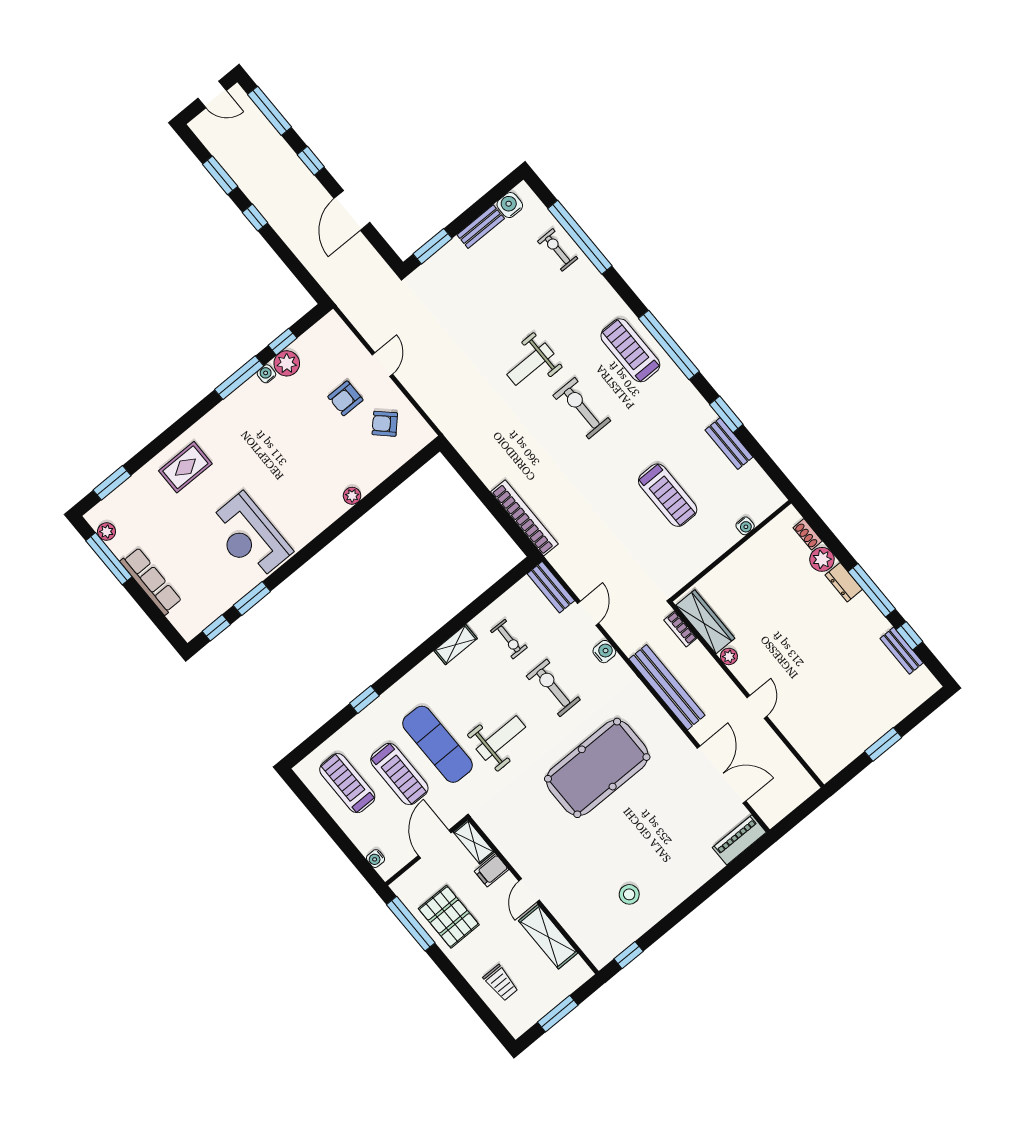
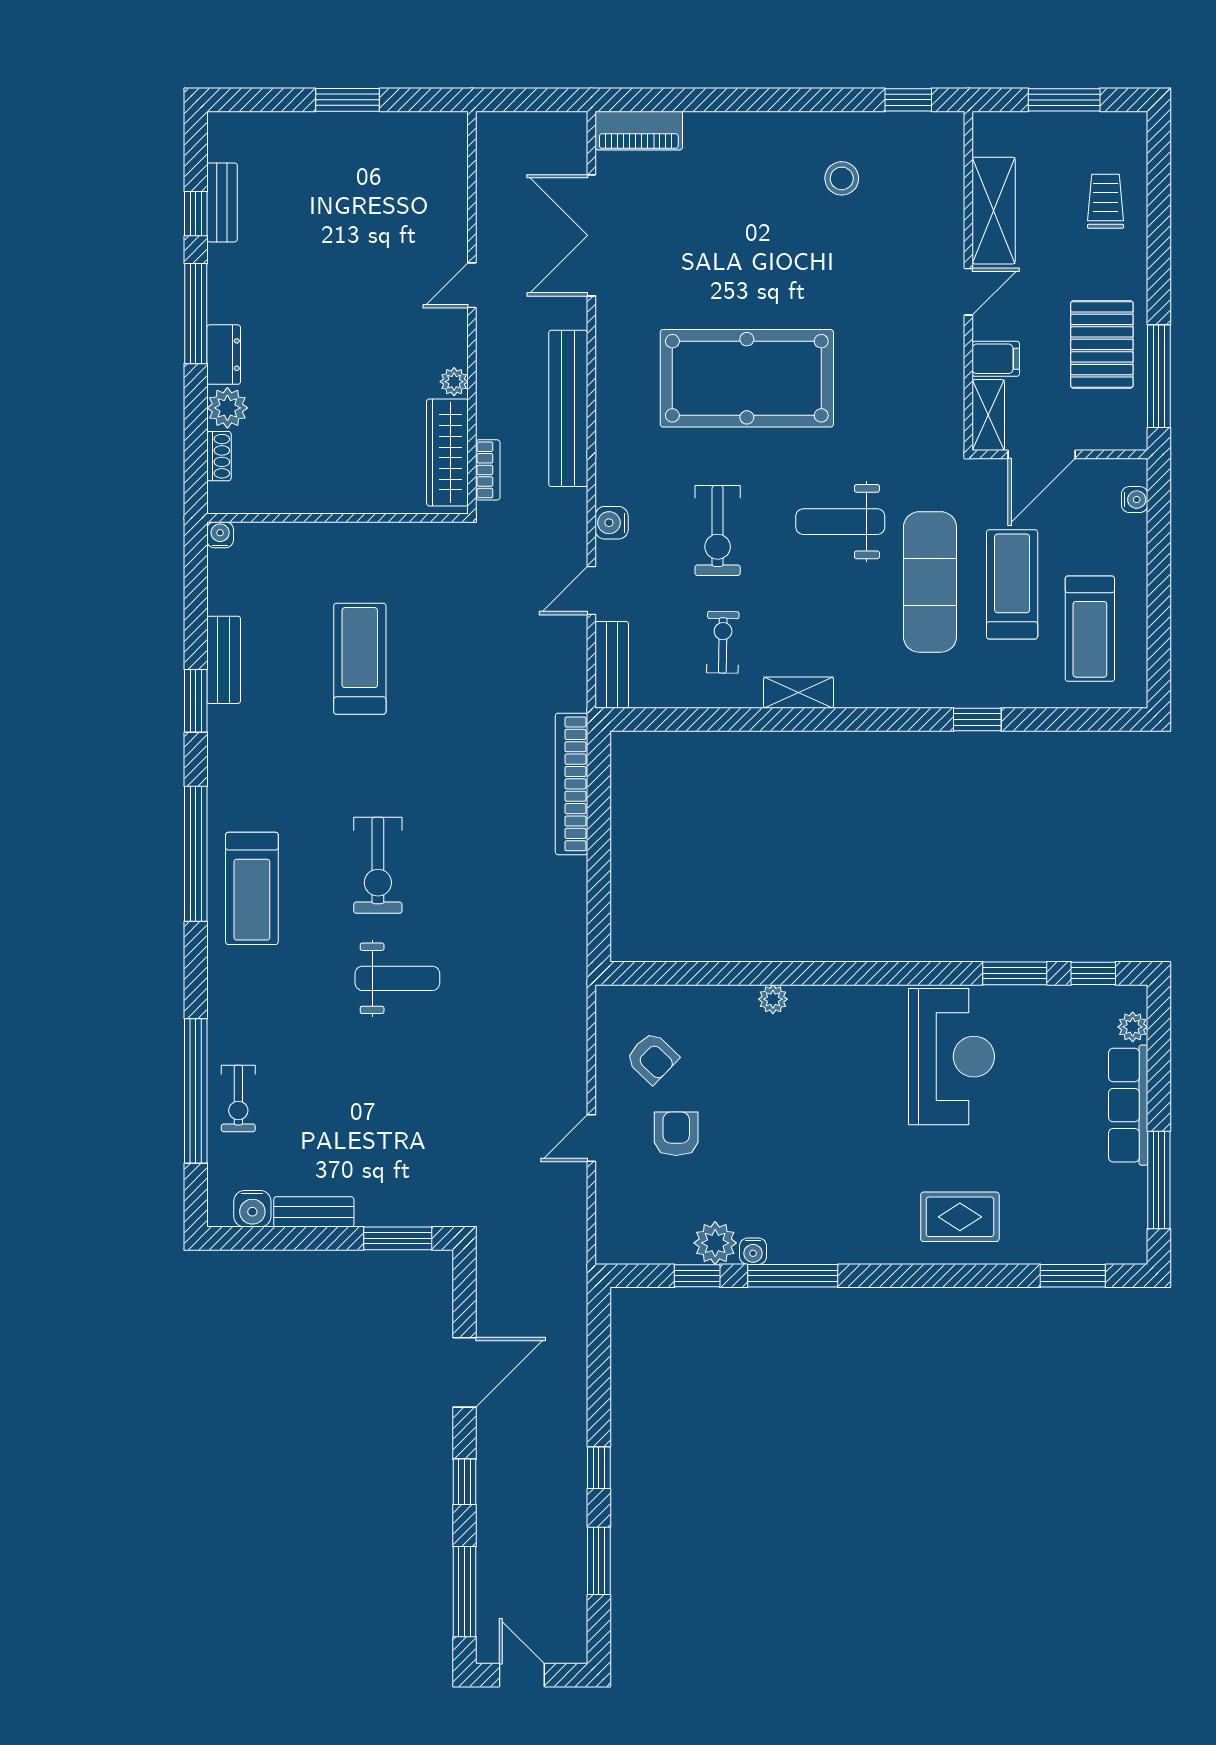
armchair: (345, 398) -> (676, 1134), turned -90
water cooler: (745, 526) -> (220, 535), moved
plant: (107, 532) -> (1133, 1027), moved

